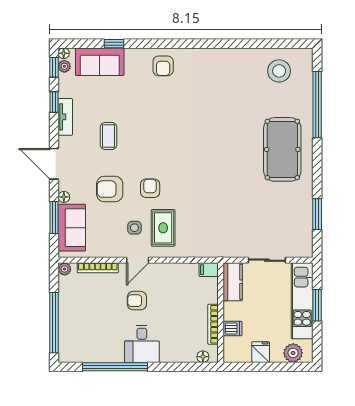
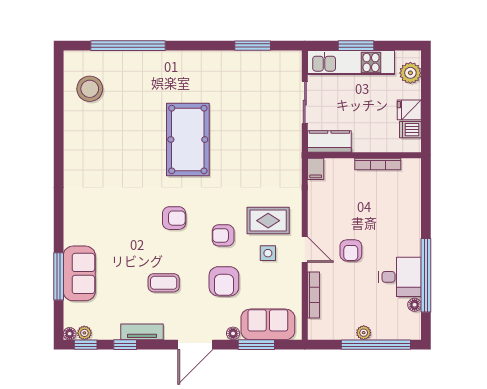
window: (114, 44) -> (59, 276), width x2.17
sofa: (100, 62) -> (79, 273), moved
armchair: (163, 66) -> (174, 218), moved
pool table: (282, 149) -> (188, 140), moved, turned 90
plant: (65, 269) -> (364, 333), moved
dishwasher: (232, 328) -> (410, 130), moved, turned -90
desk: (142, 344) -> (400, 277), moved
floor lamp: (203, 357) -> (415, 305), moved

